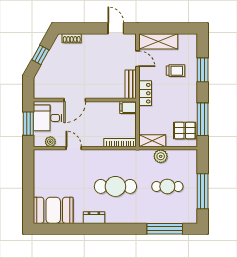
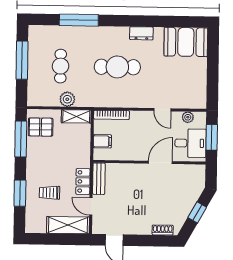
locker: (145, 93) -> (83, 181), moved
filing cabinet: (128, 107) -> (102, 141), moved
cafe table: (167, 186) -> (61, 66), turned 90
window: (165, 229) -> (79, 20), moved

